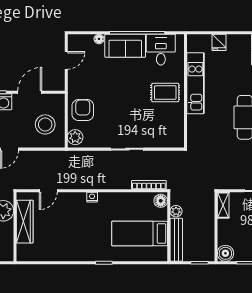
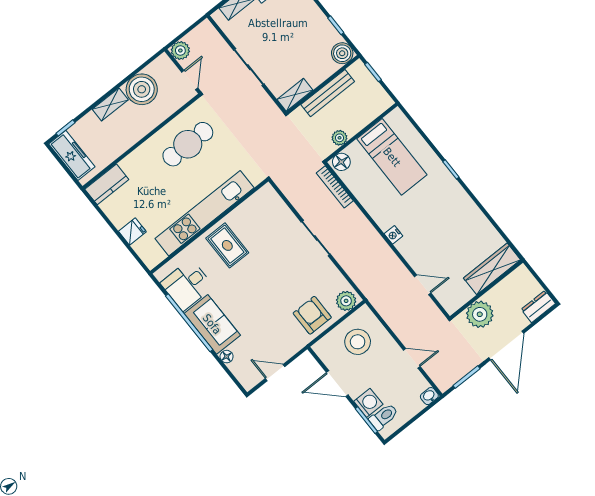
kitchen unit: (195, 83) -> (204, 213), width x1.36
armchair: (83, 110) -> (312, 315), turned 90
wardrobe: (25, 222) -> (492, 269), moved
bench: (176, 240) -> (328, 93), moved

